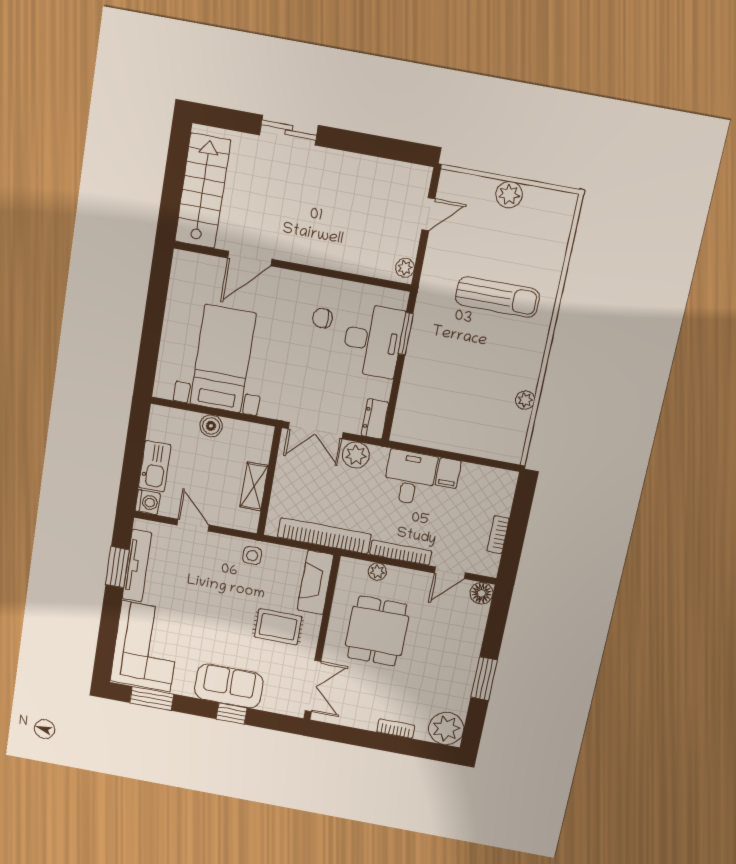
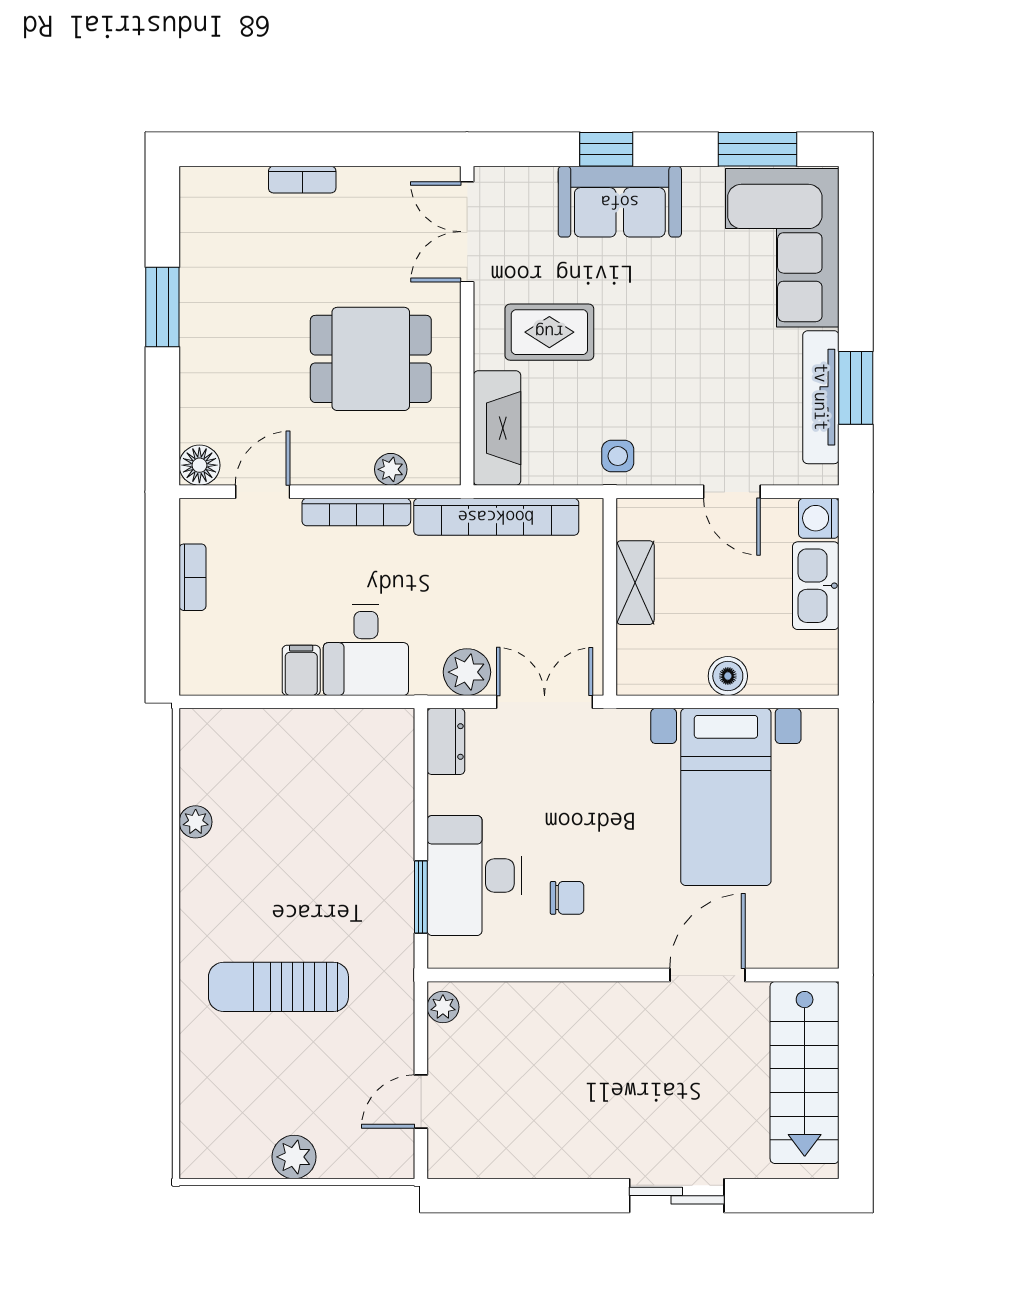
dining table: (377, 631) -> (371, 359), turned 90
plant: (446, 729) -> (211, 198), removed

